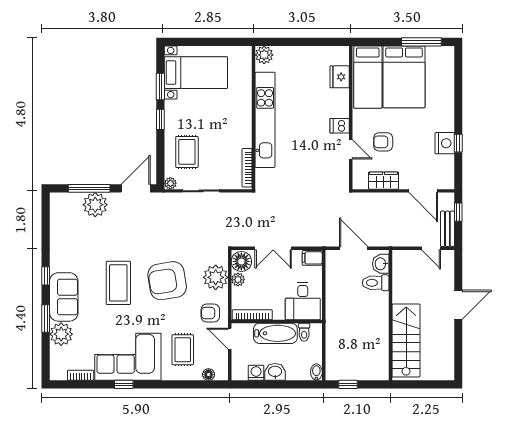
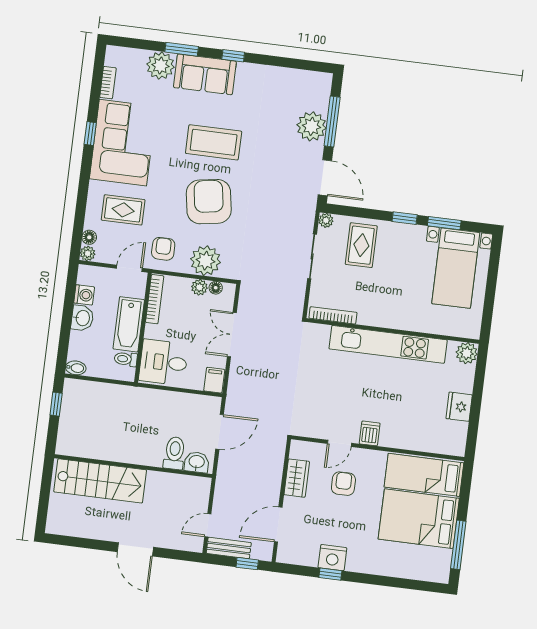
fridge: (340, 77) -> (459, 407), moved, turned -90
rug: (187, 152) -> (361, 245), turned 90
floor lamp: (241, 261) -> (216, 288), width x0.53, depth x0.53
plant: (222, 374) -> (88, 253), added

